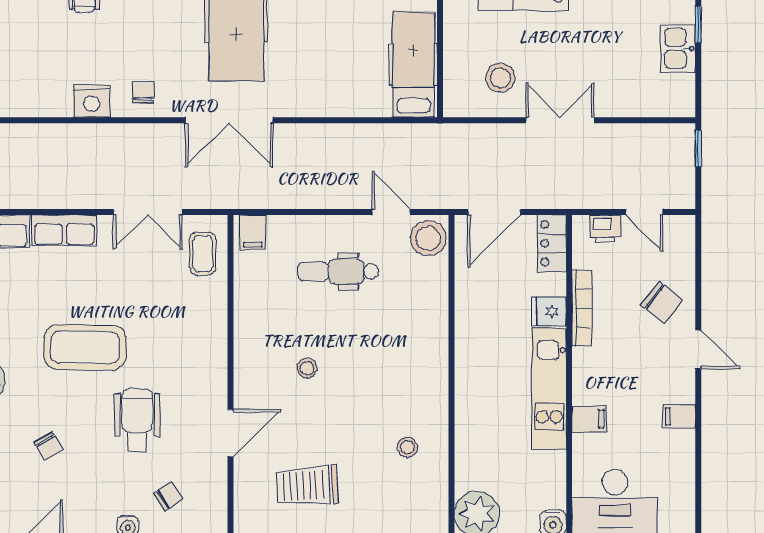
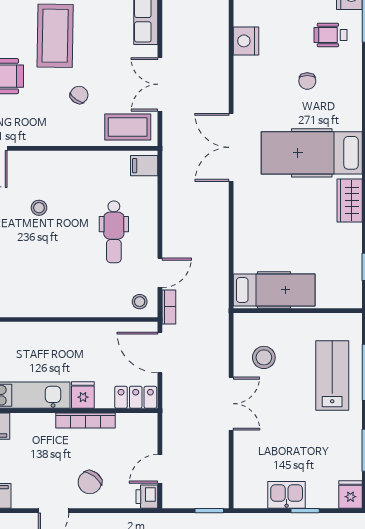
chair: (143, 92) -> (307, 81), moved, turned 90
bookcase: (435, 200) -> (169, 307), added
printer: (605, 229) -> (147, 497), moved
stool: (428, 238) -> (140, 302), width x0.53, depth x0.53
coffee table: (203, 254) -> (128, 127), width x1.36, depth x1.30
dental chair: (338, 271) -> (114, 232), turned 180
chair: (161, 316) -> (79, 95), added

